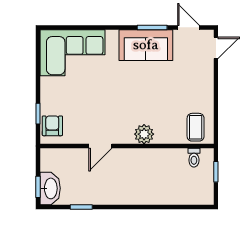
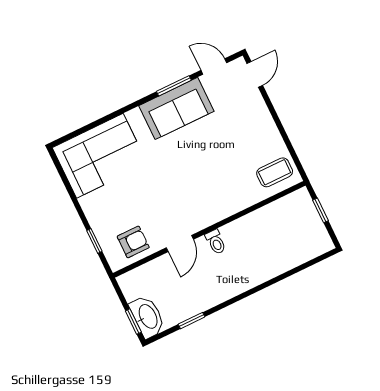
armchair: (52, 126) -> (133, 242), moved, turned 90
coffee table: (196, 127) -> (275, 172), turned 90
plant: (144, 134) -> (222, 207), removed
toilet: (194, 158) -> (216, 242), moved

